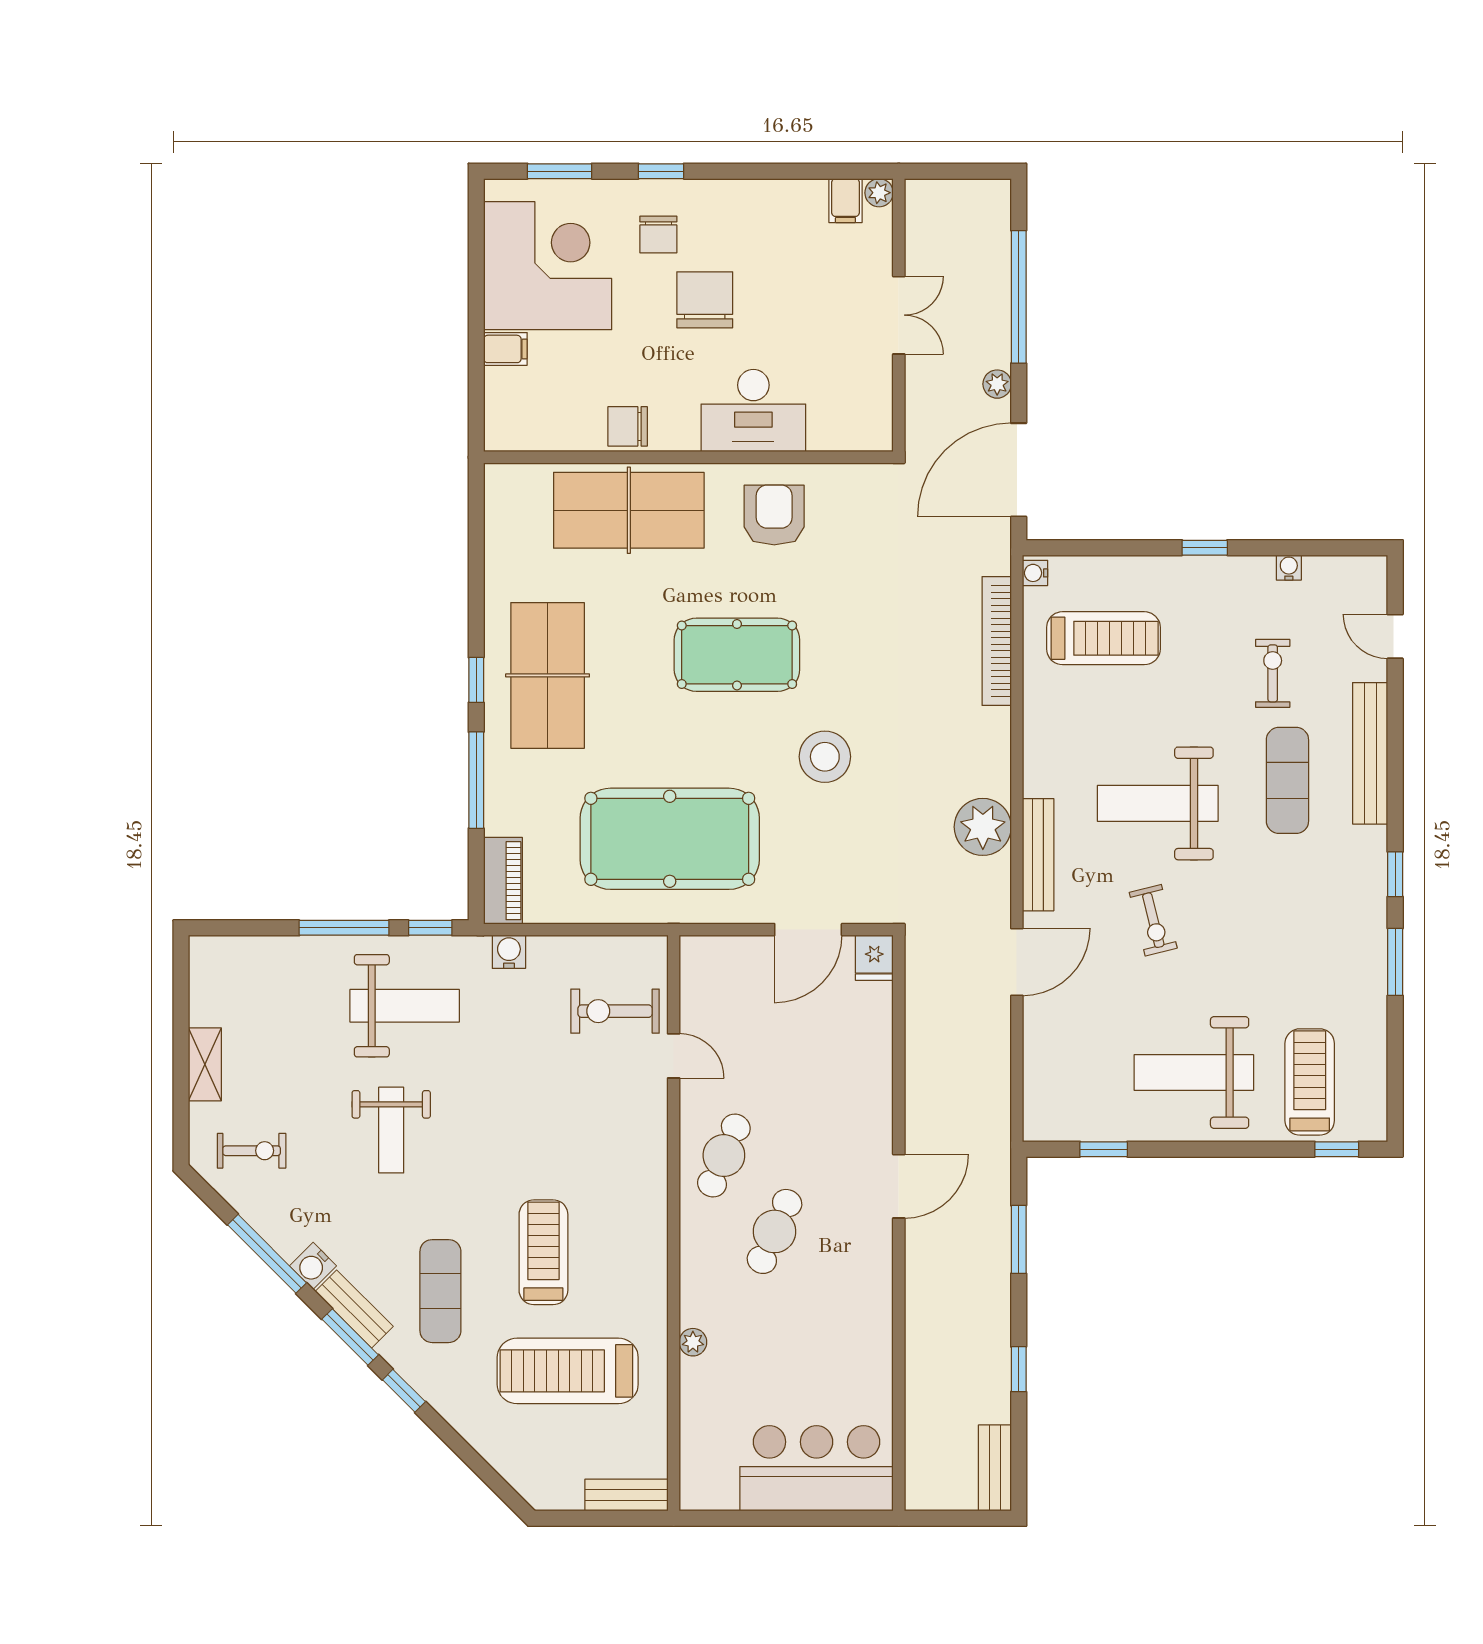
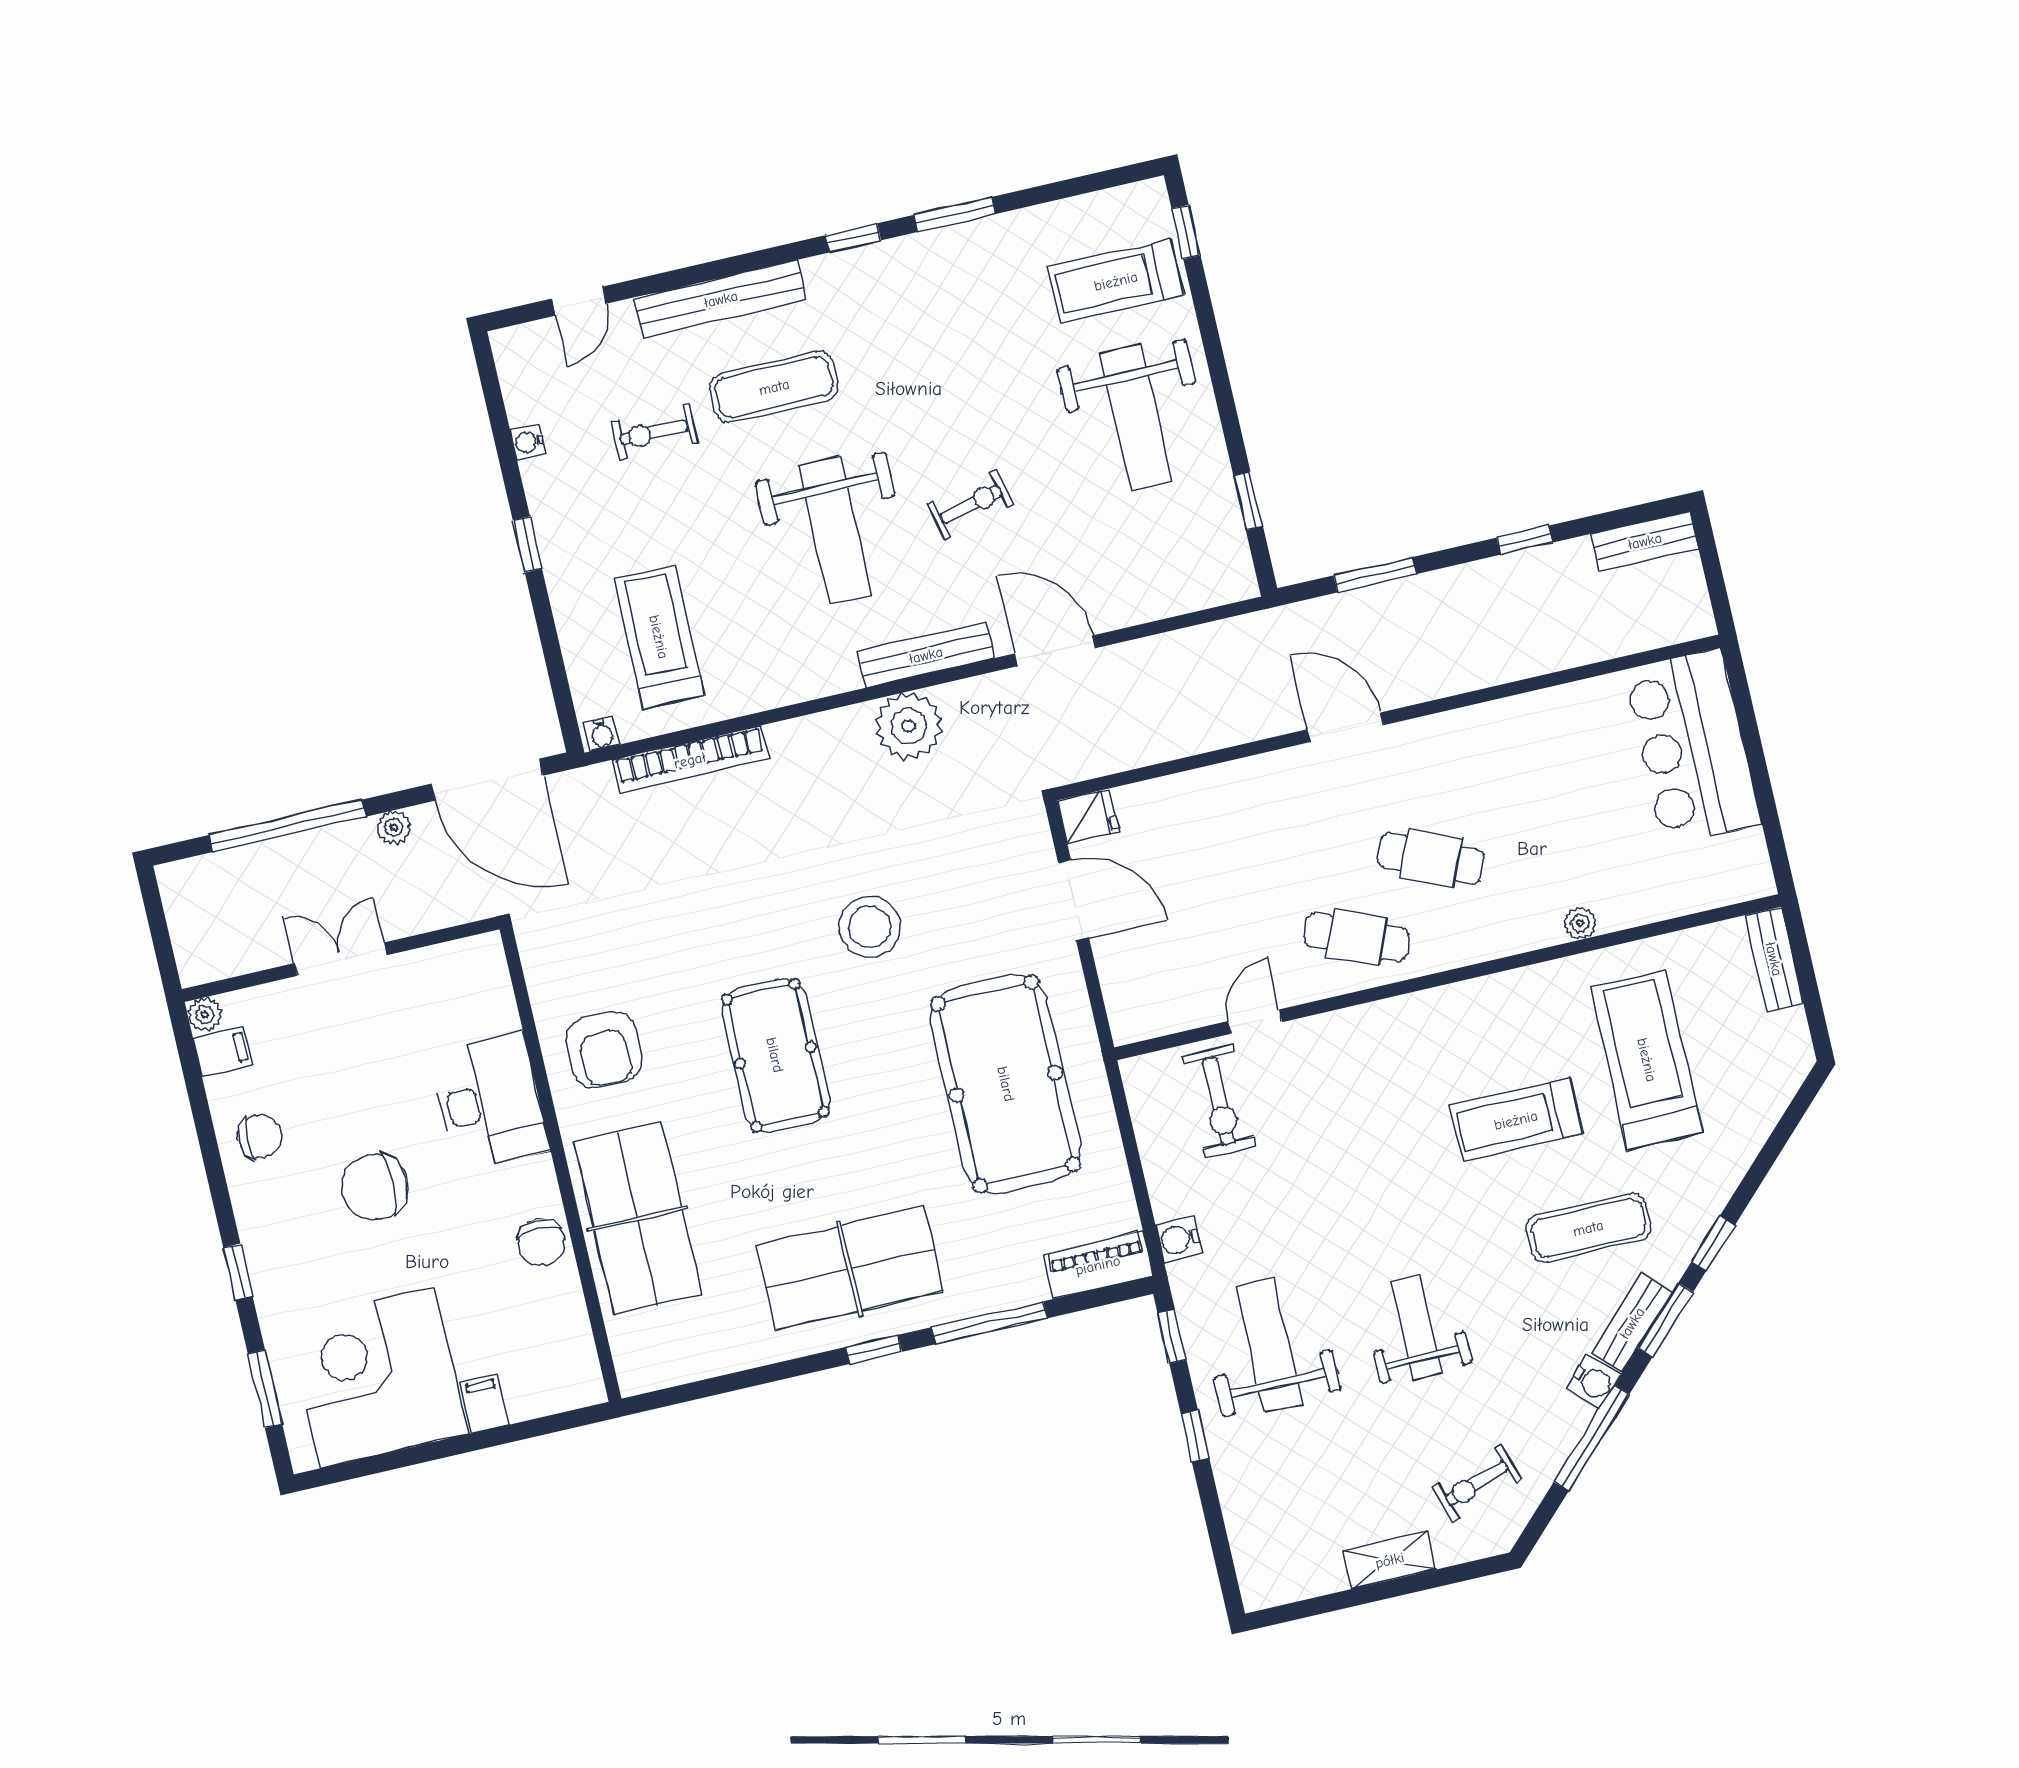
chair: (658, 235) -> (260, 1137), moved
armchair: (774, 515) -> (604, 1050), turned -90
window: (344, 928) -> (1195, 1436), width x0.46
weight bench: (391, 1130) -> (1416, 1328), turned -90
exercise bike: (252, 1151) -> (1477, 1483), turned -109
treadmill: (568, 1371) -> (1647, 1060), turned 180

